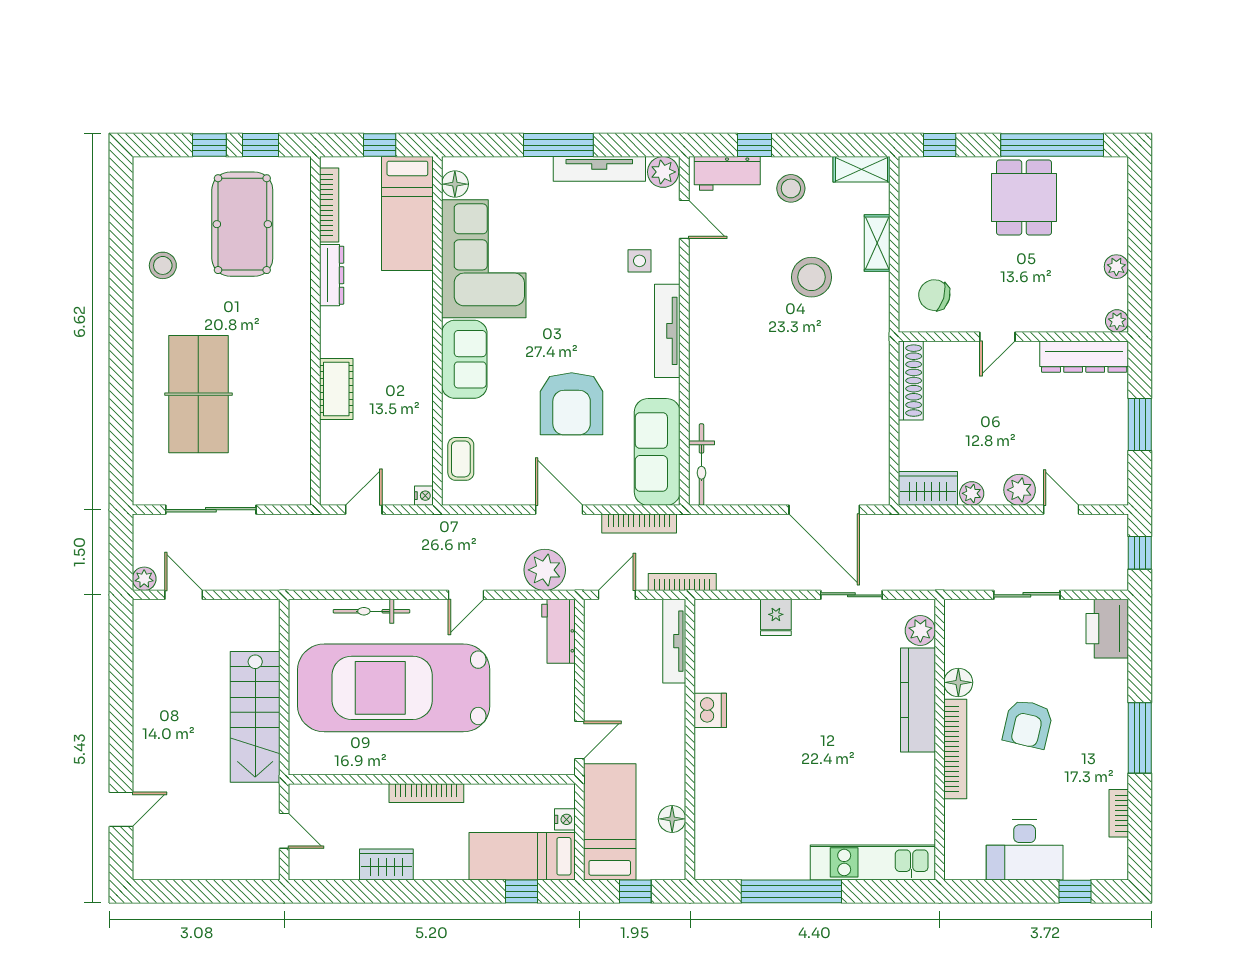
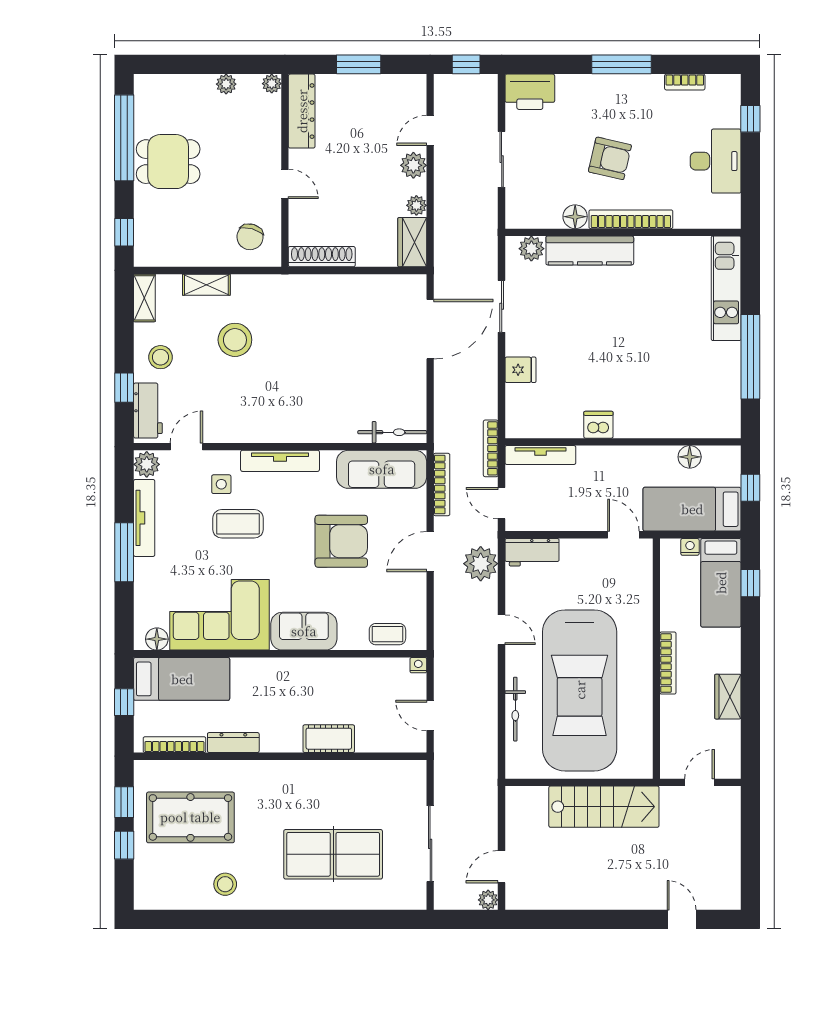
coffee table: (592, 281) -> (238, 524), added

